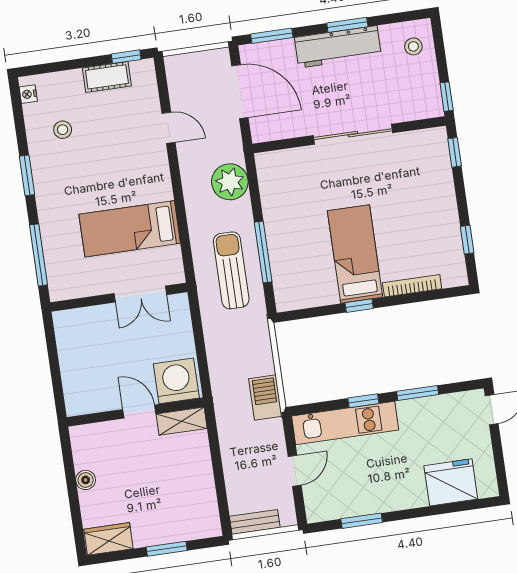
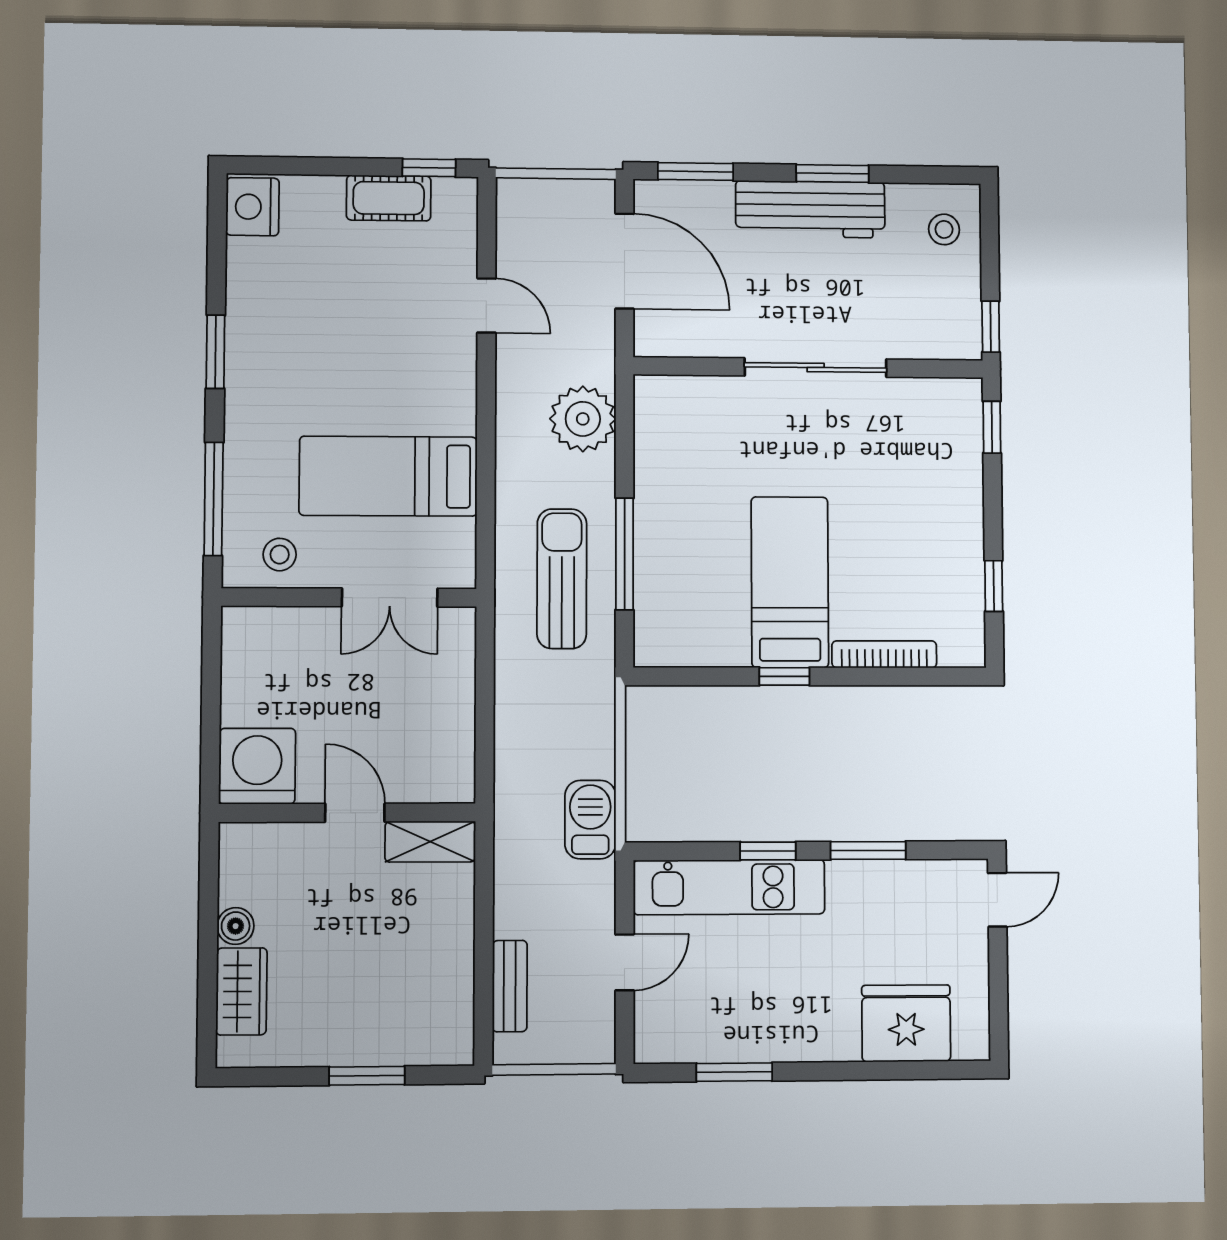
nightstand: (28, 94) -> (253, 207), width x1.89, depth x1.79
stool: (63, 130) -> (280, 555), moved
washing machine: (176, 381) -> (257, 766), moved
bench: (255, 522) -> (510, 986), moved, turned 90
wardrobe: (109, 539) -> (241, 991), moved, turned 90

